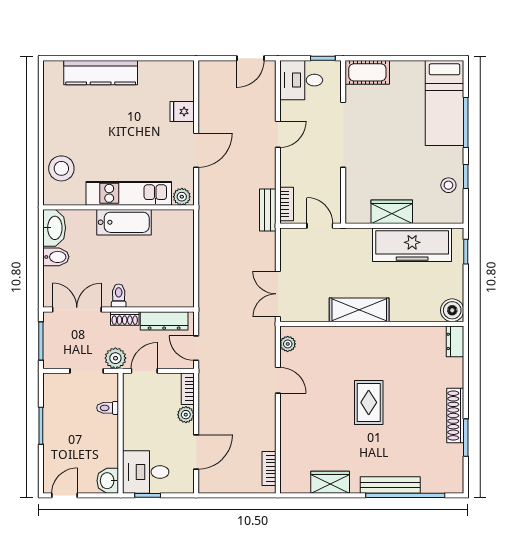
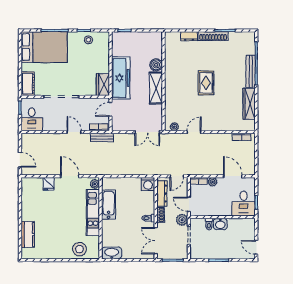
door: (250, 58) -> (20, 160), moved
kitchen counter: (101, 73) -> (28, 234), width x0.67
bed: (445, 103) -> (44, 47), width x1.50
door: (278, 134) -> (74, 132), moved
wardrobe: (392, 212) -> (103, 85), moved
bathtub: (124, 222) -> (109, 205), moved
freezer: (412, 245) -> (121, 78), moved
bidet: (56, 257) -> (127, 252), removed
washing machine: (182, 295) -> (148, 184), added
boiler: (452, 310) -> (156, 65), moved
dresser: (455, 341) -> (189, 36), moved
rug: (369, 402) -> (206, 83), turned 90
washbasin: (108, 481) -> (220, 224), moved
wardrobe: (330, 482) -> (249, 104), width x1.50

